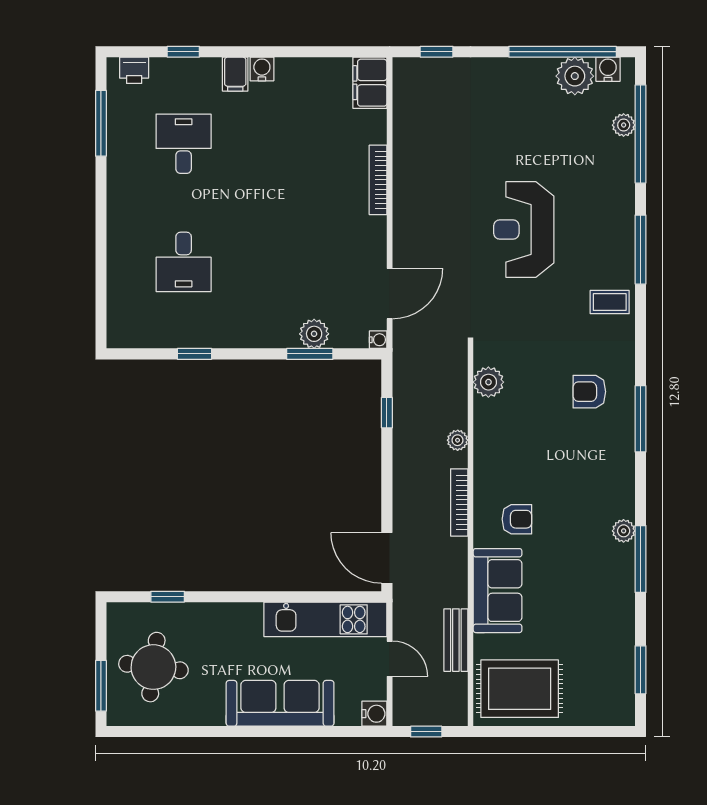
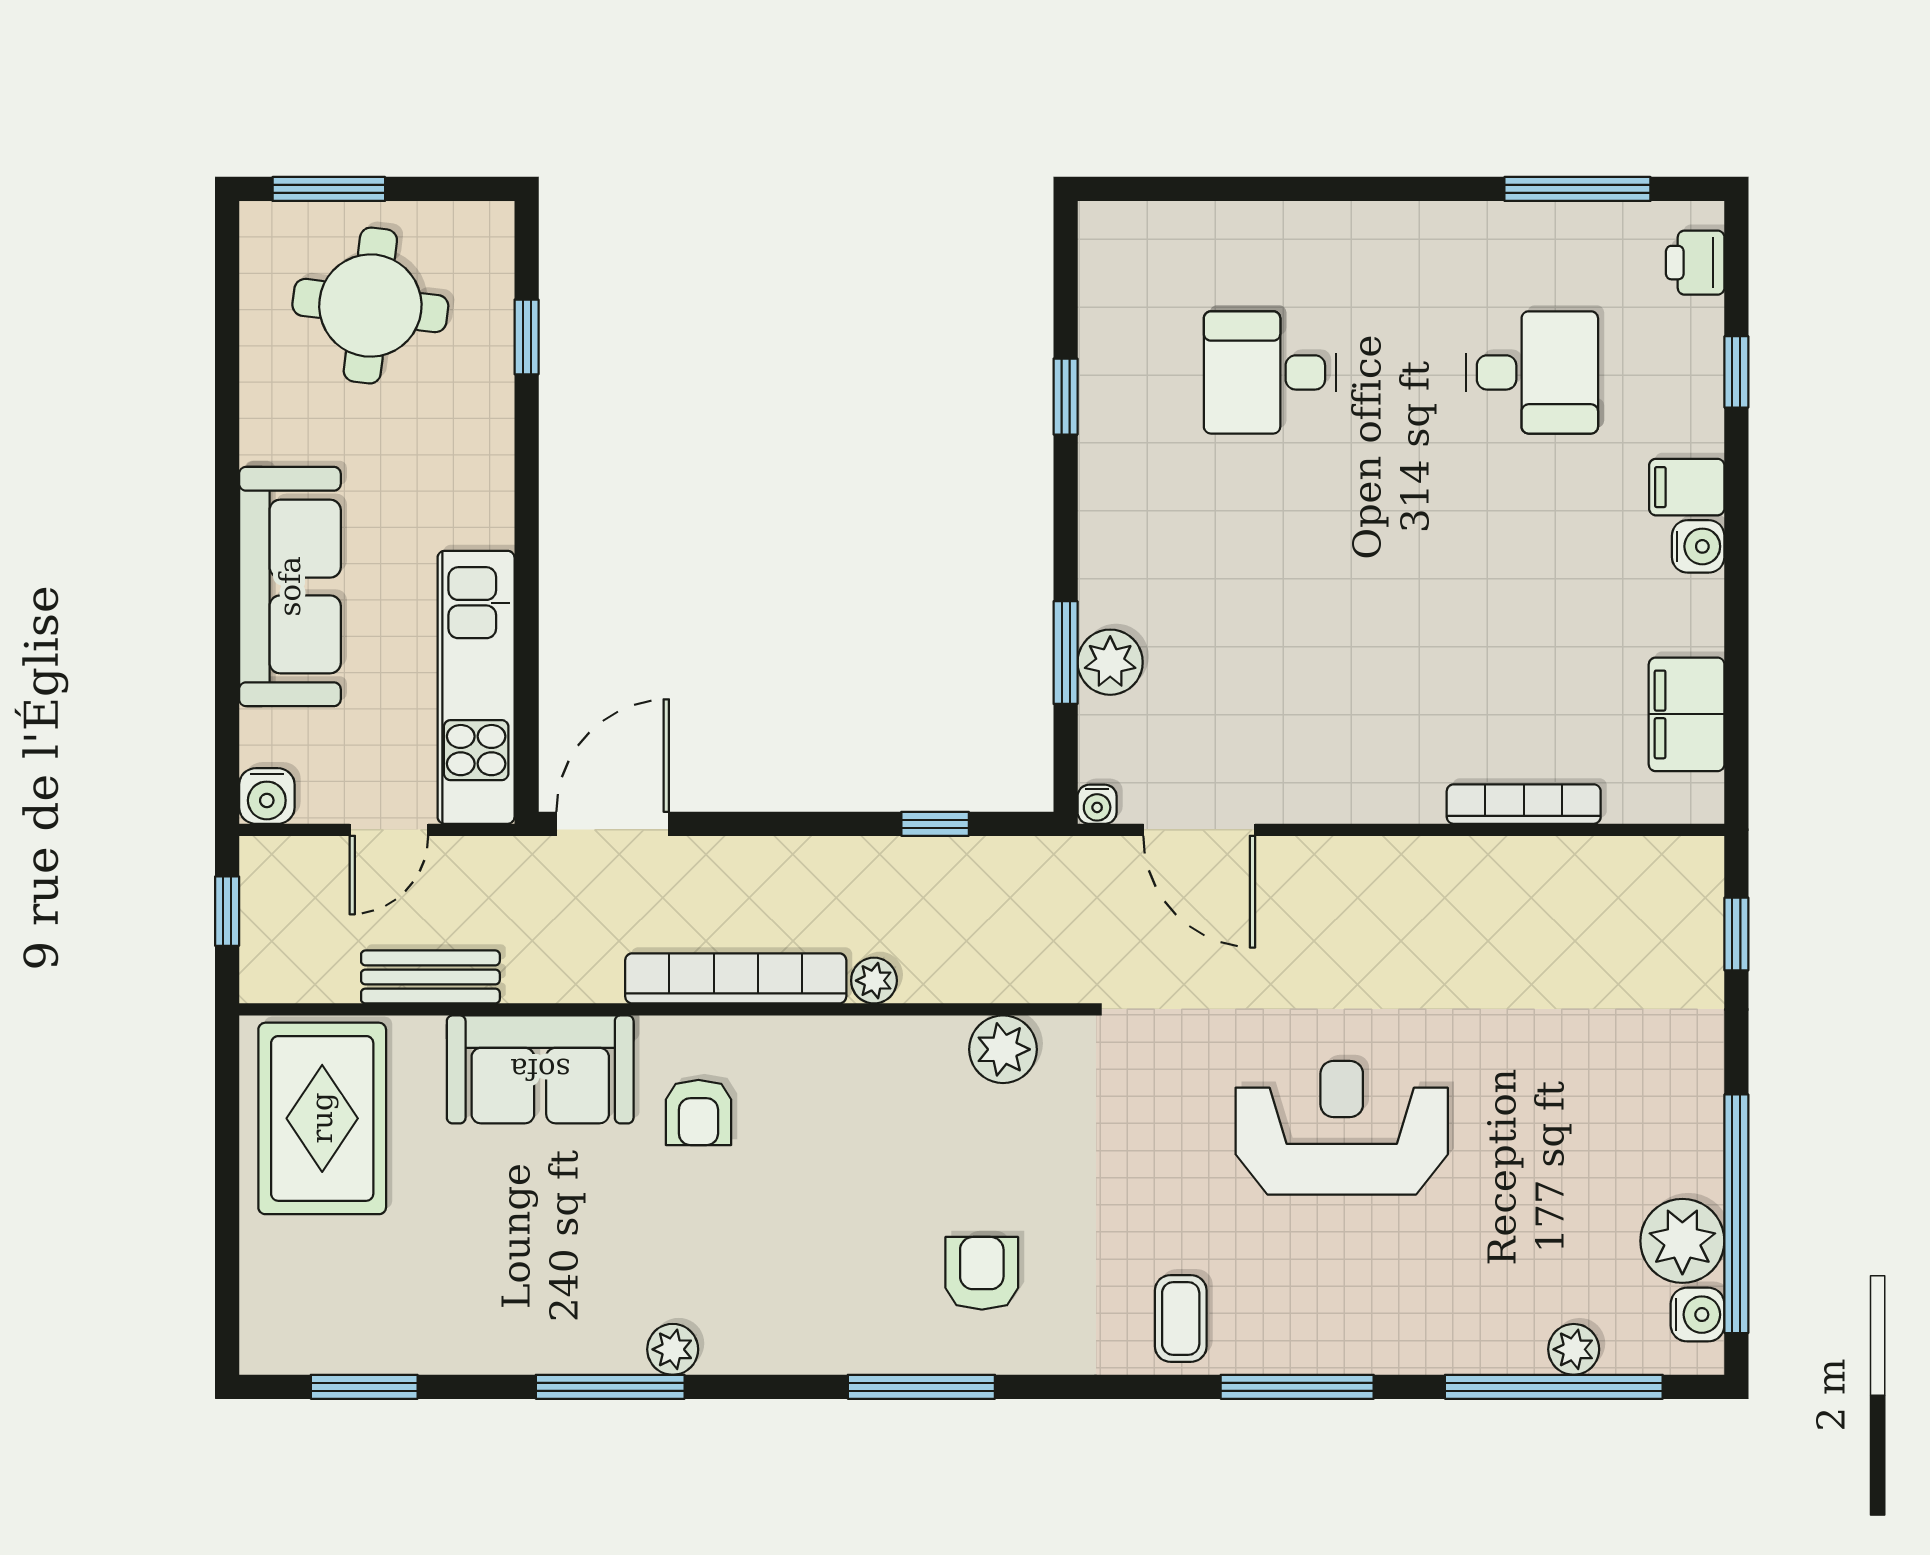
filing cabinet: (370, 83) -> (1687, 714), moved, turned -90
bookcase: (378, 180) -> (1524, 804), moved
bookcase: (459, 502) -> (736, 978), width x1.48, depth x1.31

